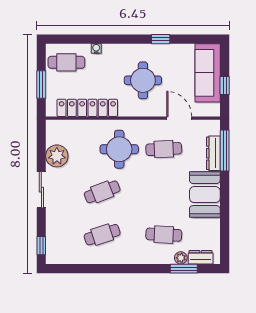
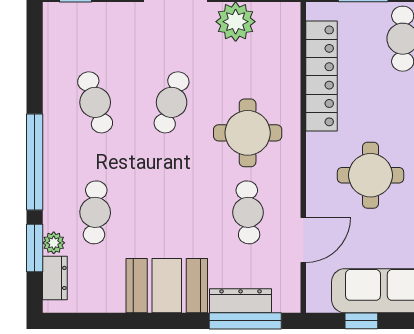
cafe table: (102, 192) -> (172, 102), turned 39
window: (136, 269) -> (35, 162), added

